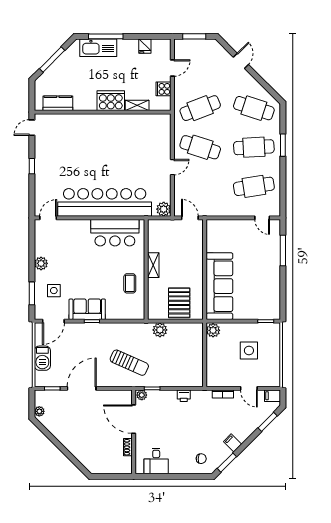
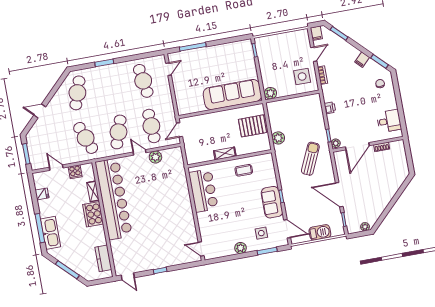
cafe table: (254, 147) -> (151, 126), moved
bar counter: (105, 202) -> (114, 199), moved, turned 180
plant: (164, 209) -> (155, 157), moved
side table: (249, 351) -> (302, 76), moved

